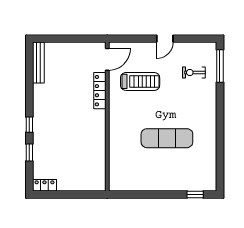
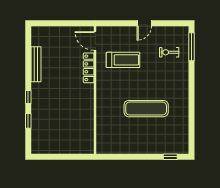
door: (107, 59) -> (95, 41), swing flipped
bench: (38, 63) -> (36, 64), moved
locker: (44, 185) -> (41, 149), removed

